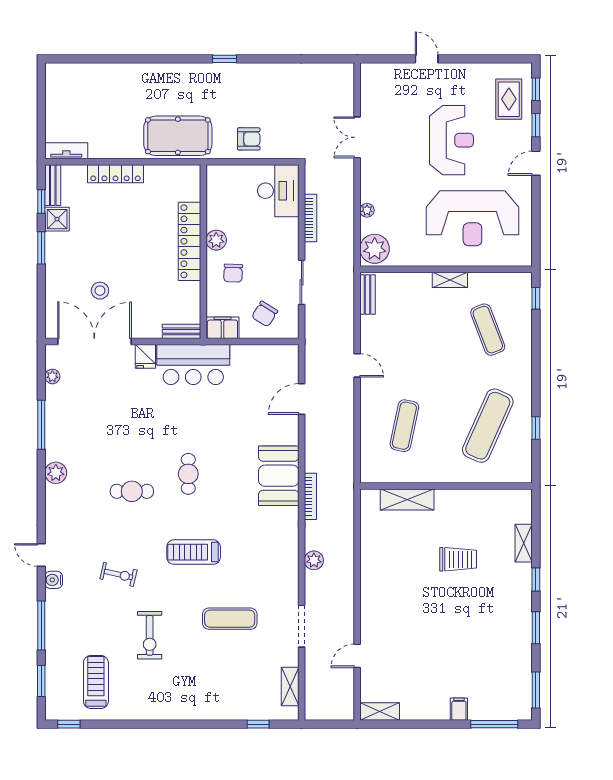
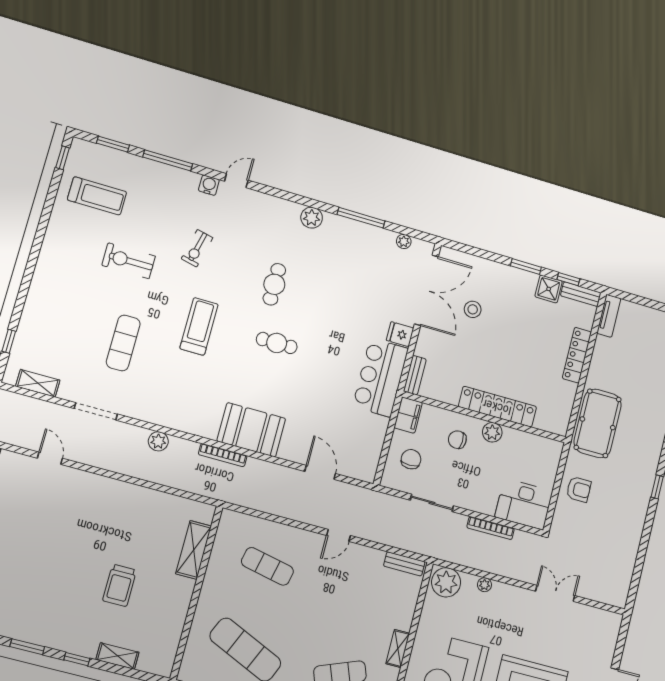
armchair: (249, 139) -> (579, 489), turned -90
chair: (265, 314) -> (411, 459), turned 58

